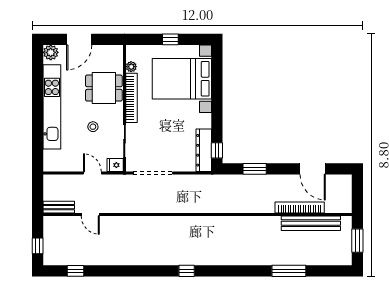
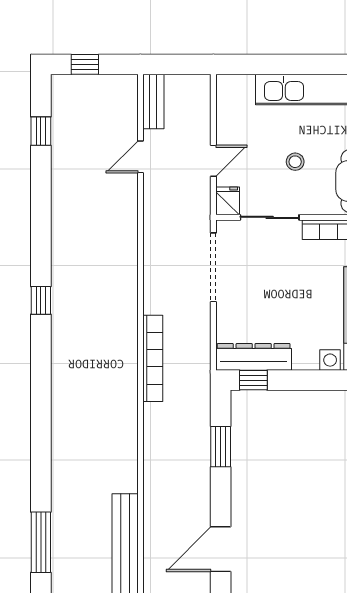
bookcase: (300, 208) -> (153, 358), moved
window: (187, 271) -> (41, 300), moved
window: (289, 271) -> (41, 542), moved

